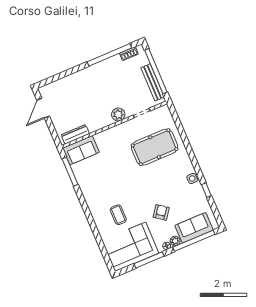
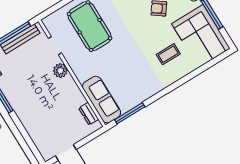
dresser: (75, 134) -> (89, 114), width x0.70
sofa: (81, 150) -> (102, 100), width x1.36

